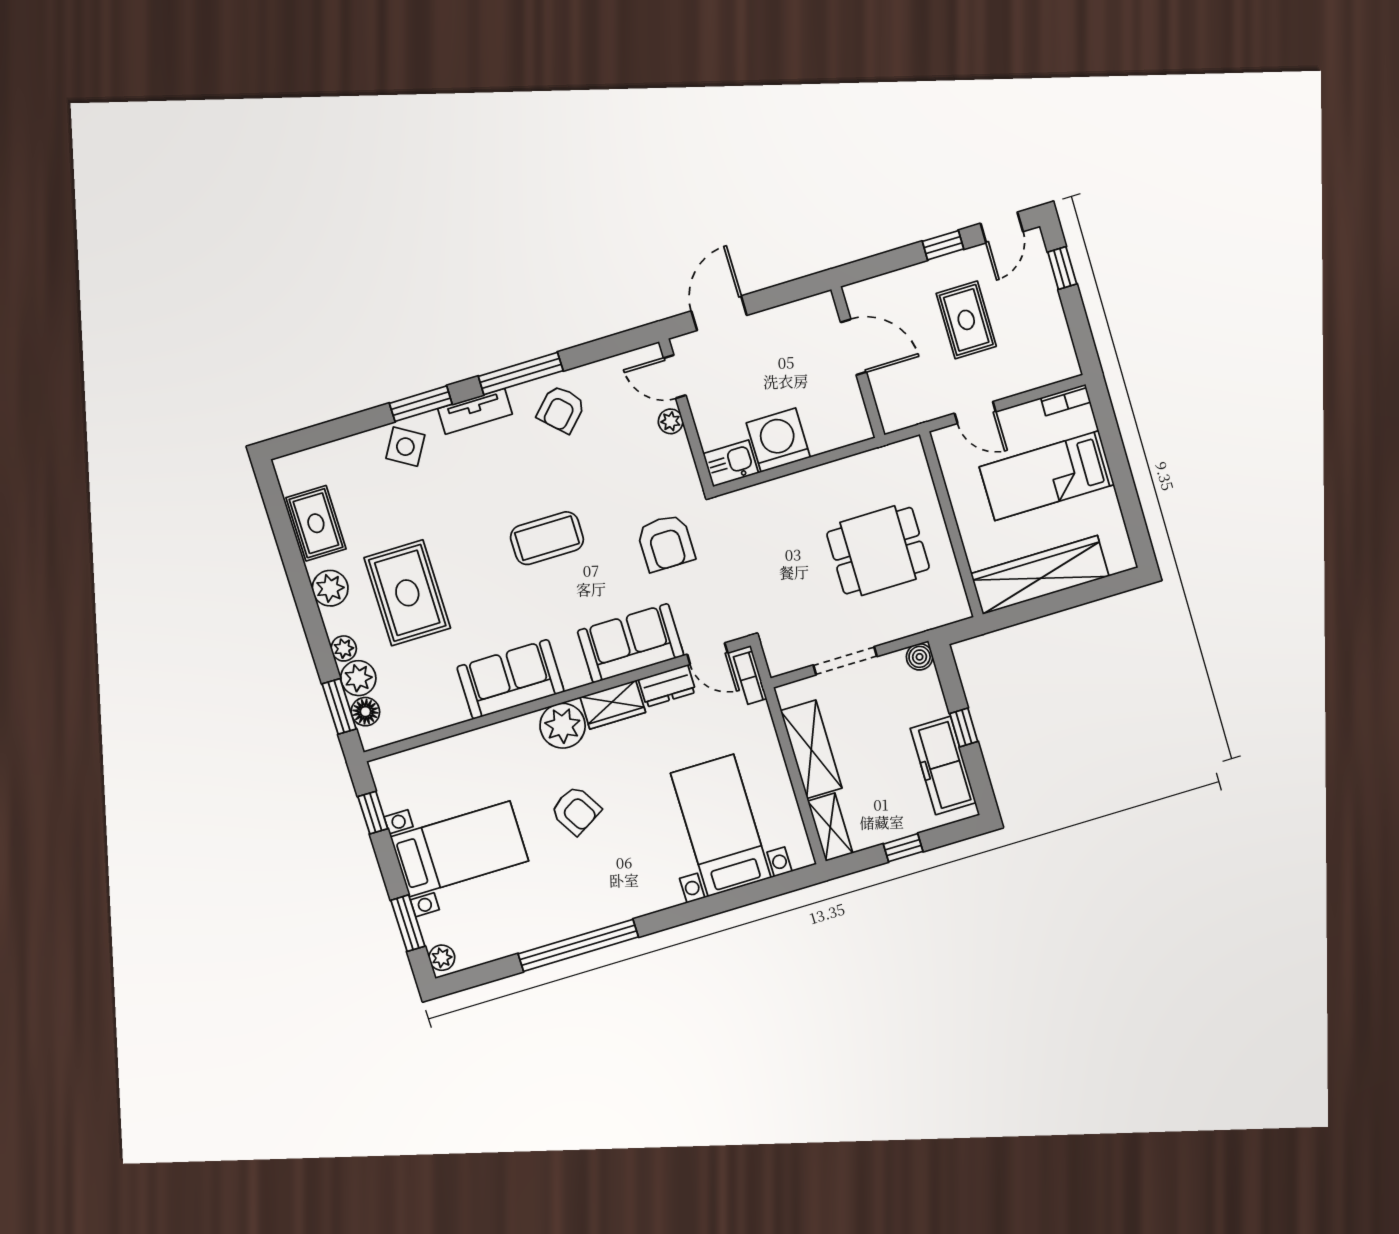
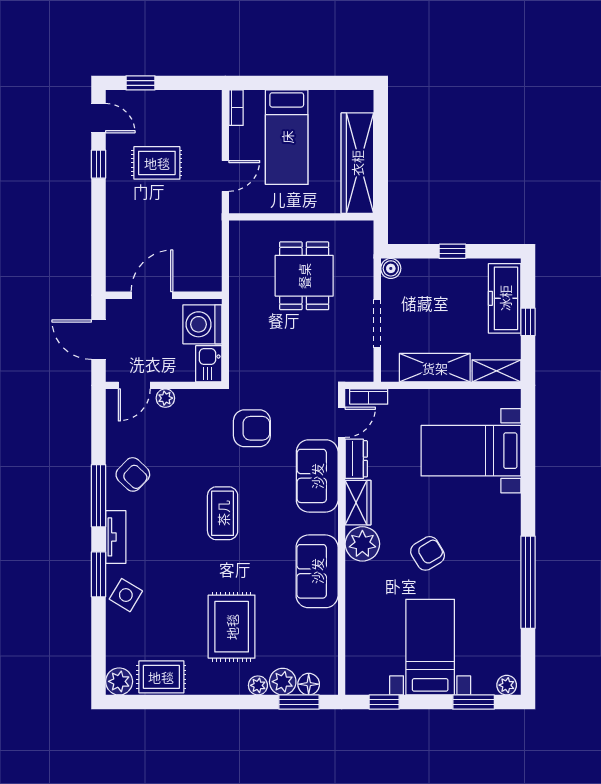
door: (853, 347) -> (152, 295), moved
wall: (858, 362) -> (164, 295), moved
plant: (330, 588) -> (119, 681), moved
rug: (407, 593) -> (232, 627), turned 90
freezer: (943, 766) -> (505, 298), moved, turned 90

